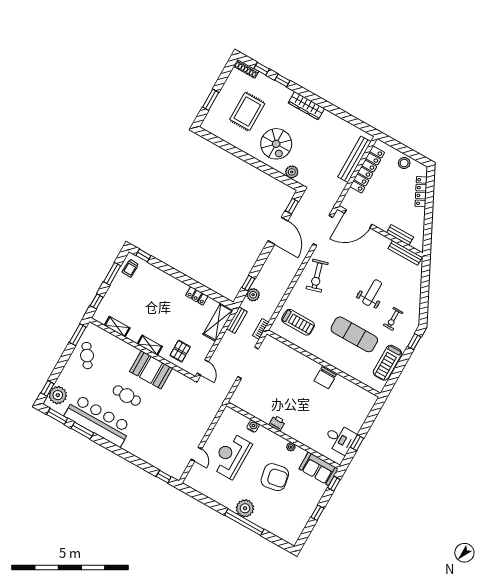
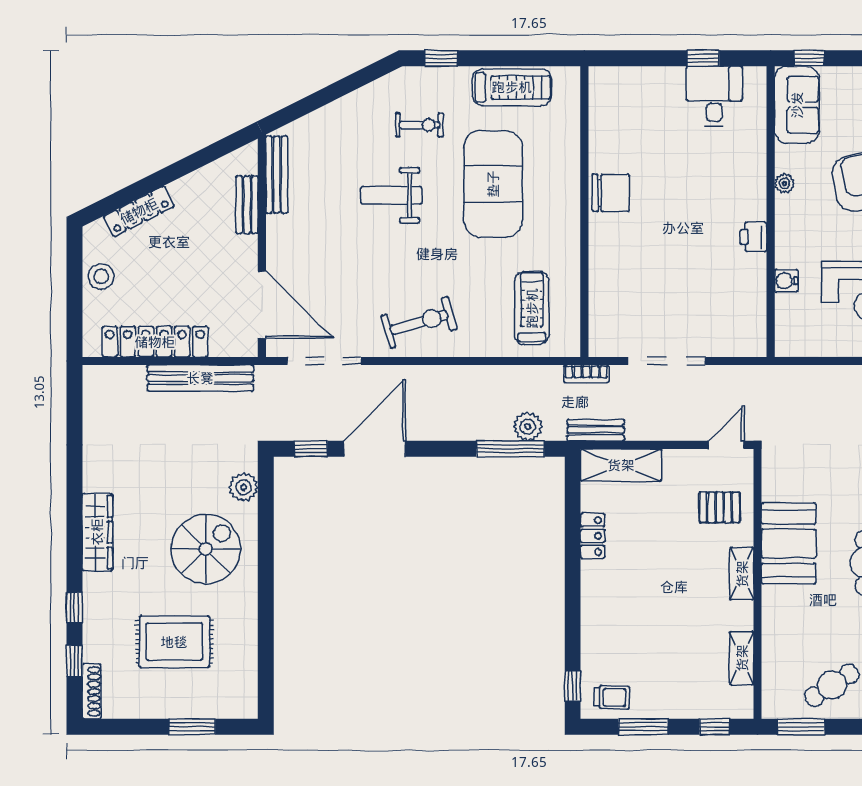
bench: (354, 159) -> (200, 378), moved
window: (248, 283) -> (510, 449), width x2.17
exercise mat: (354, 334) -> (493, 184), width x1.47

